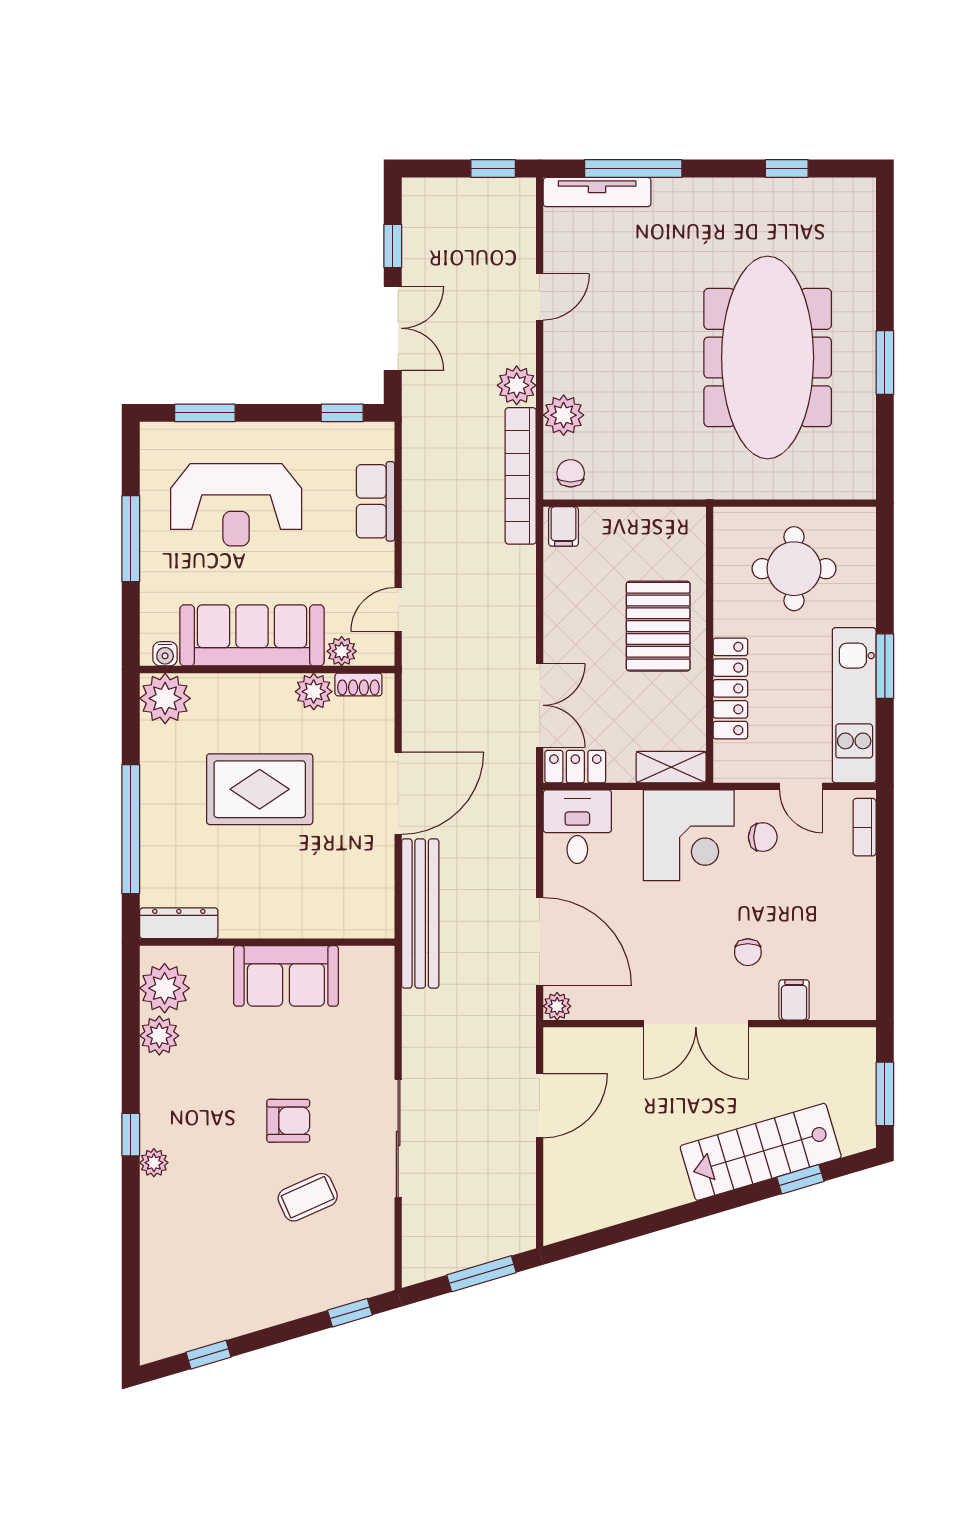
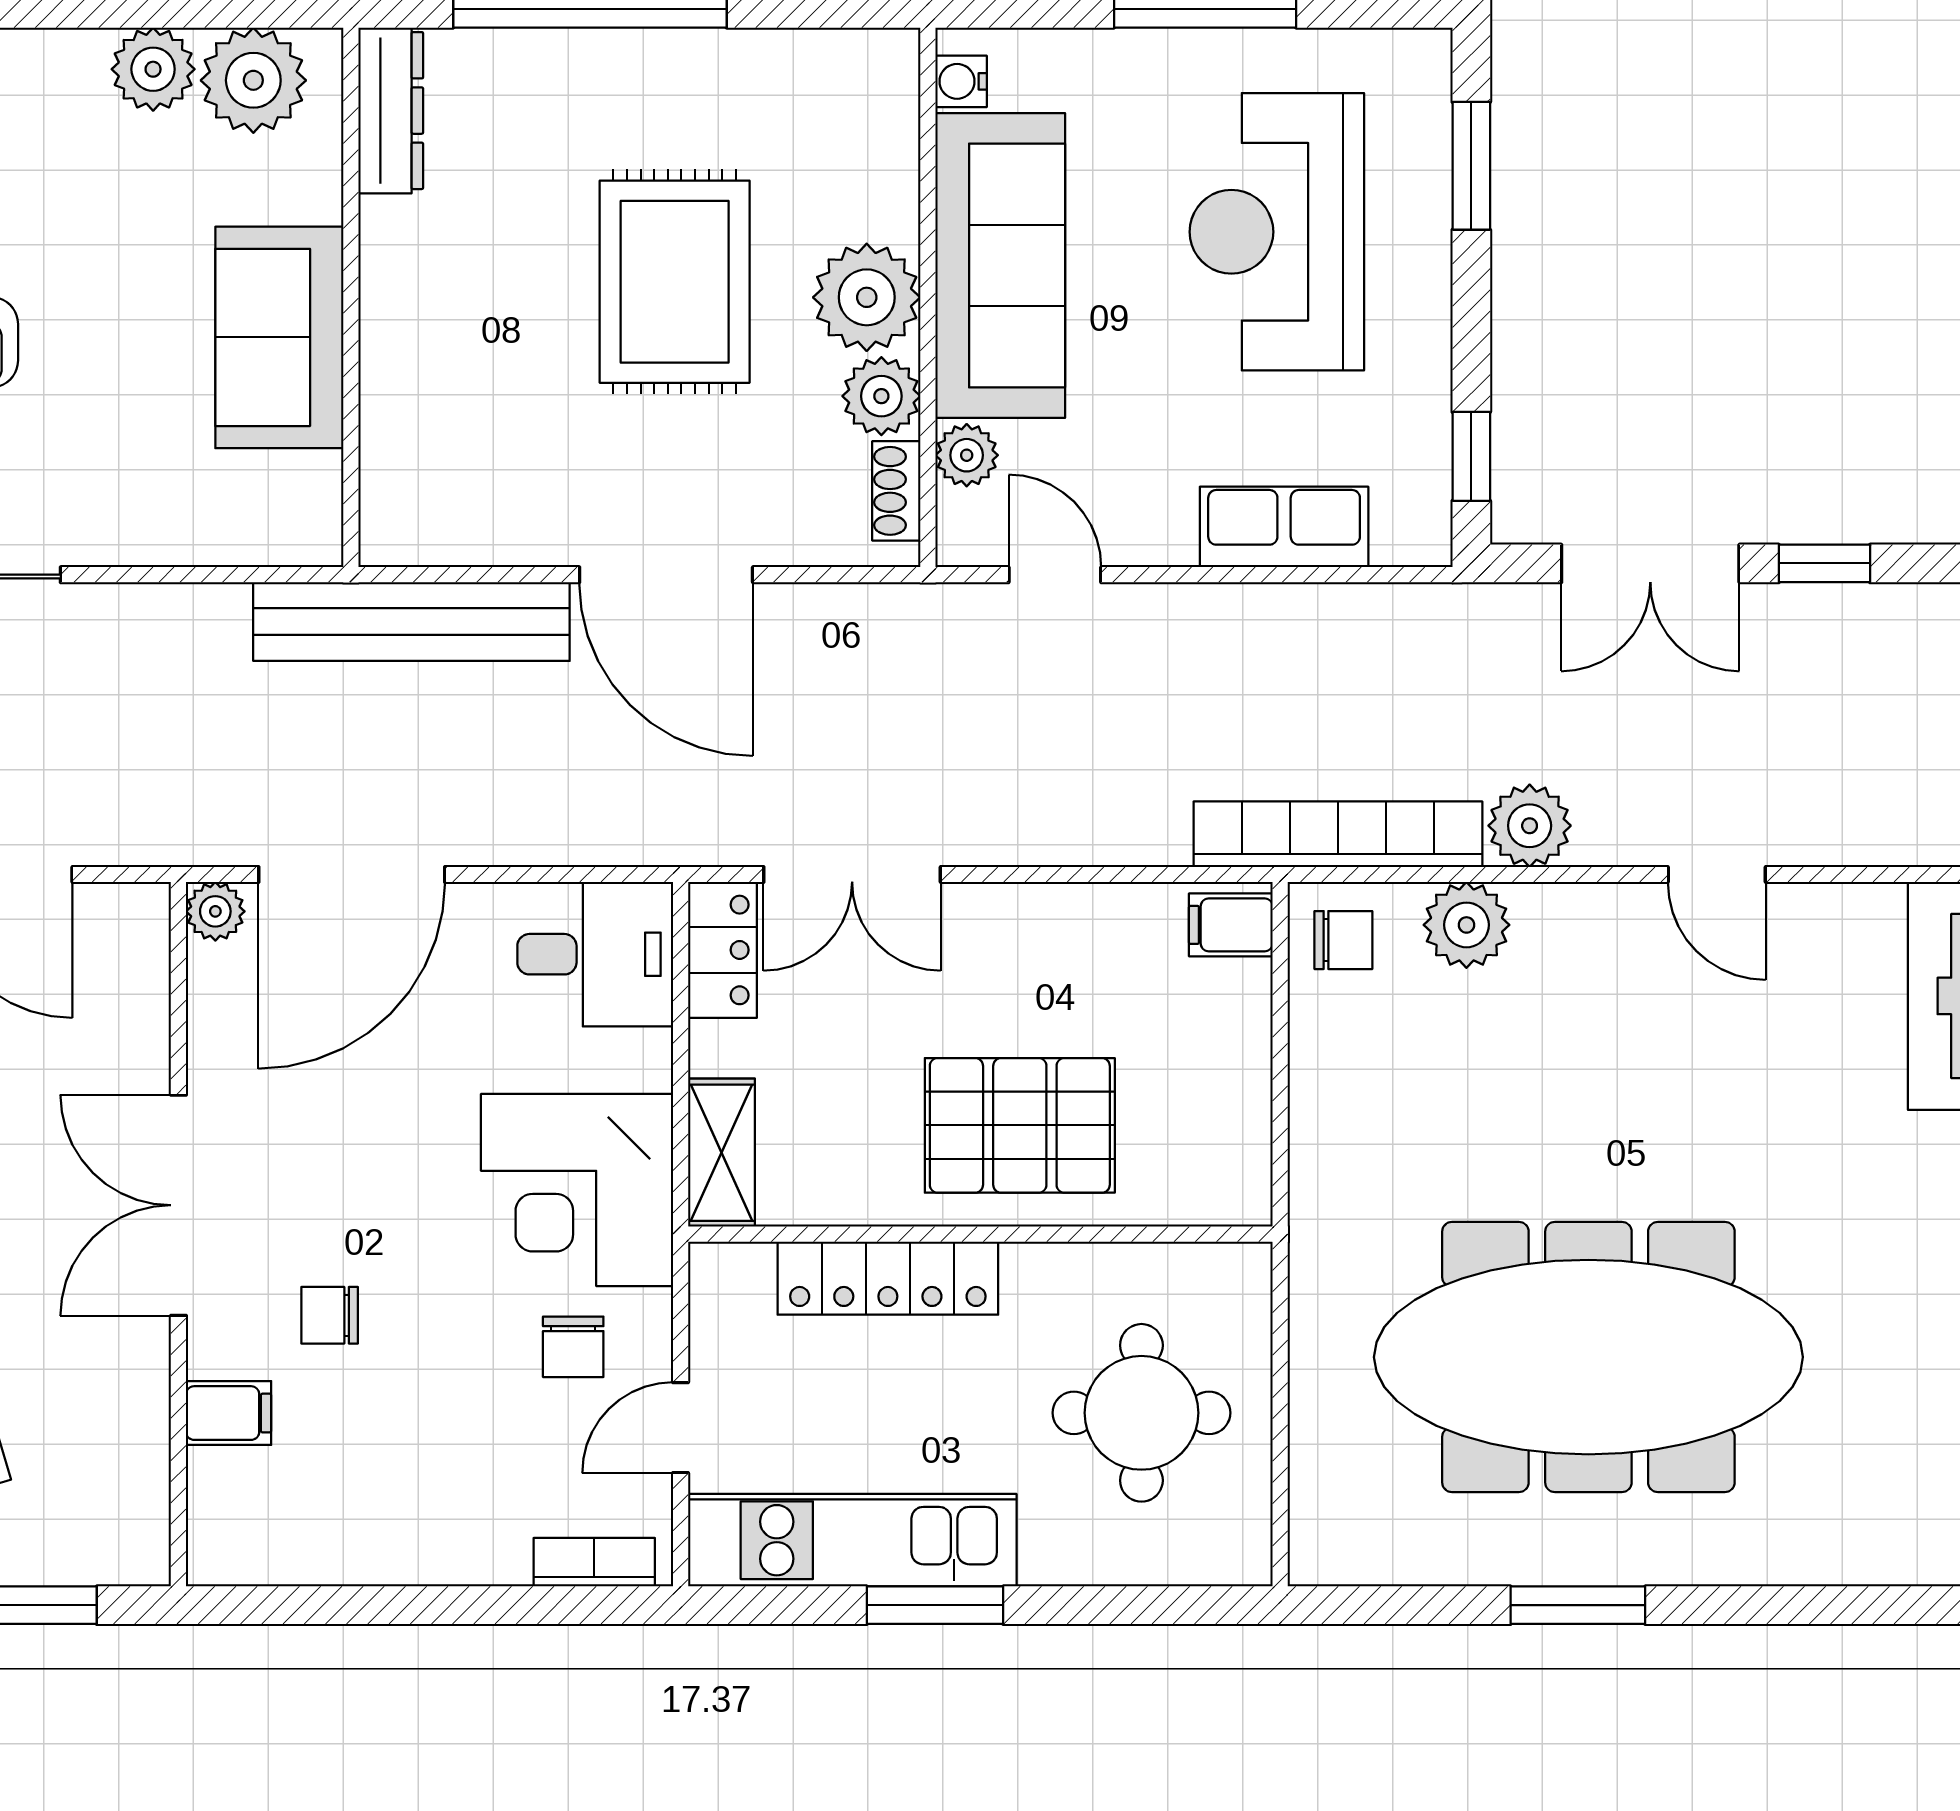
plant: (165, 698) -> (867, 297), moved

